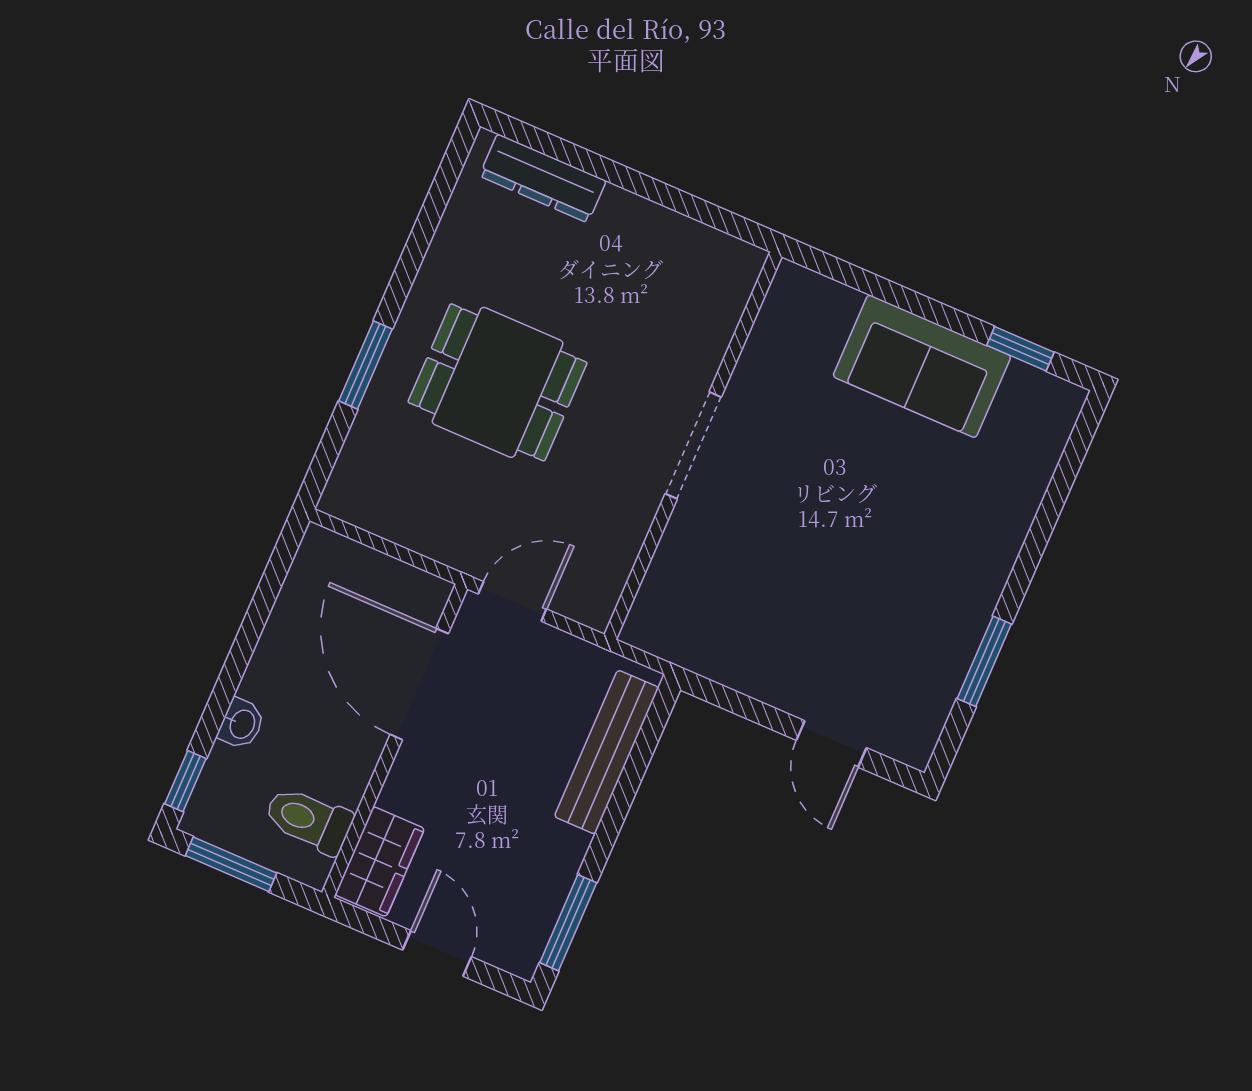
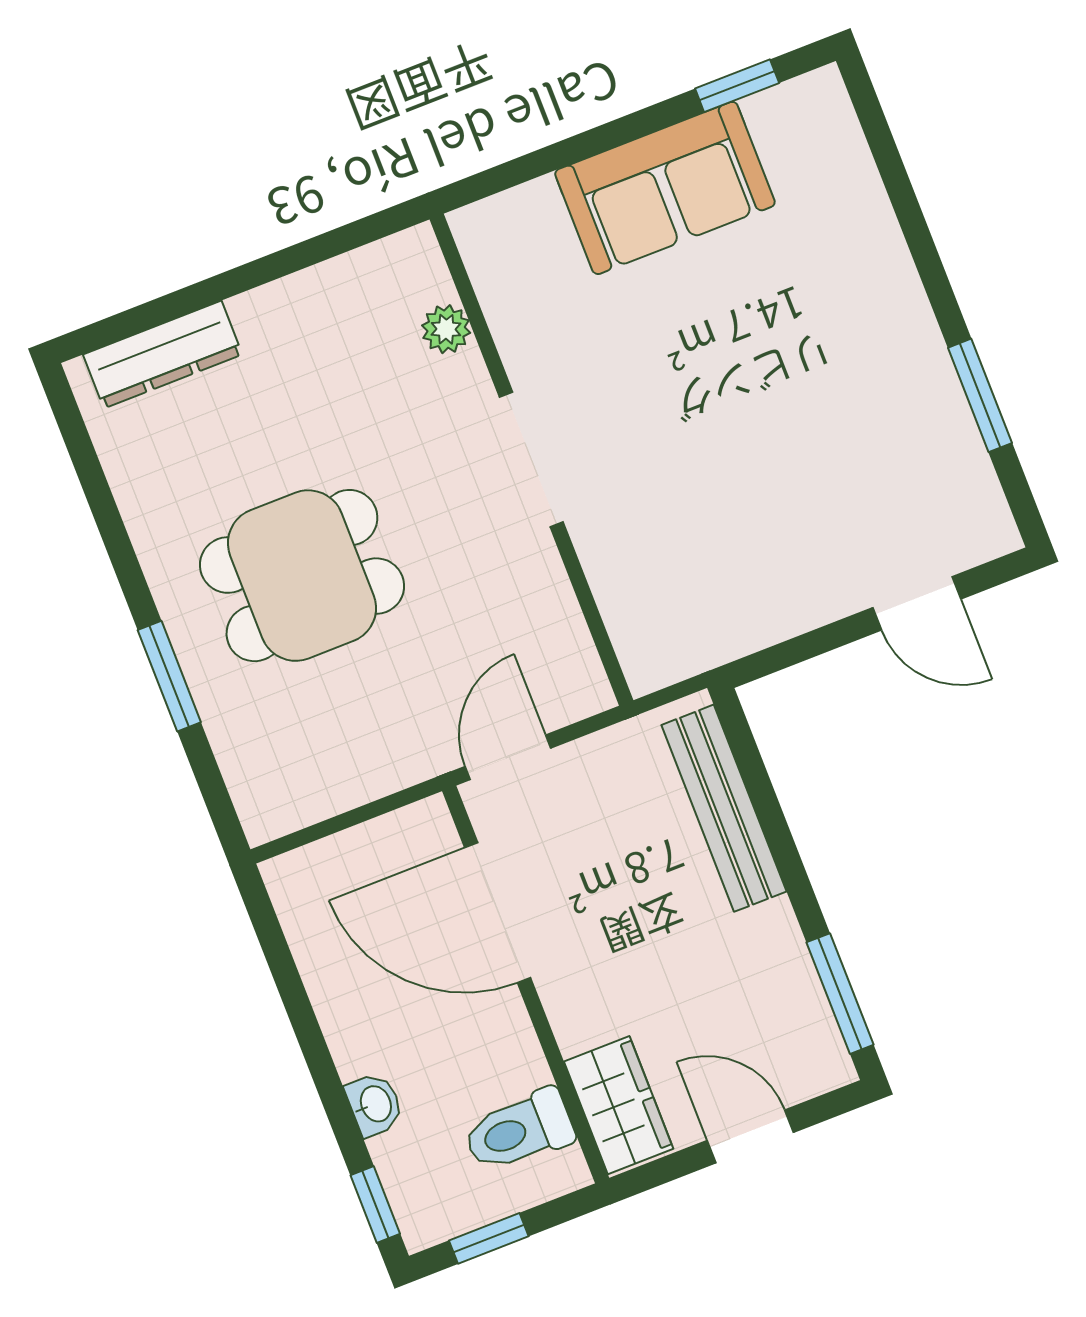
plant: (718, 323) -> (446, 329), added
window: (231, 864) -> (489, 1238), width x0.67

